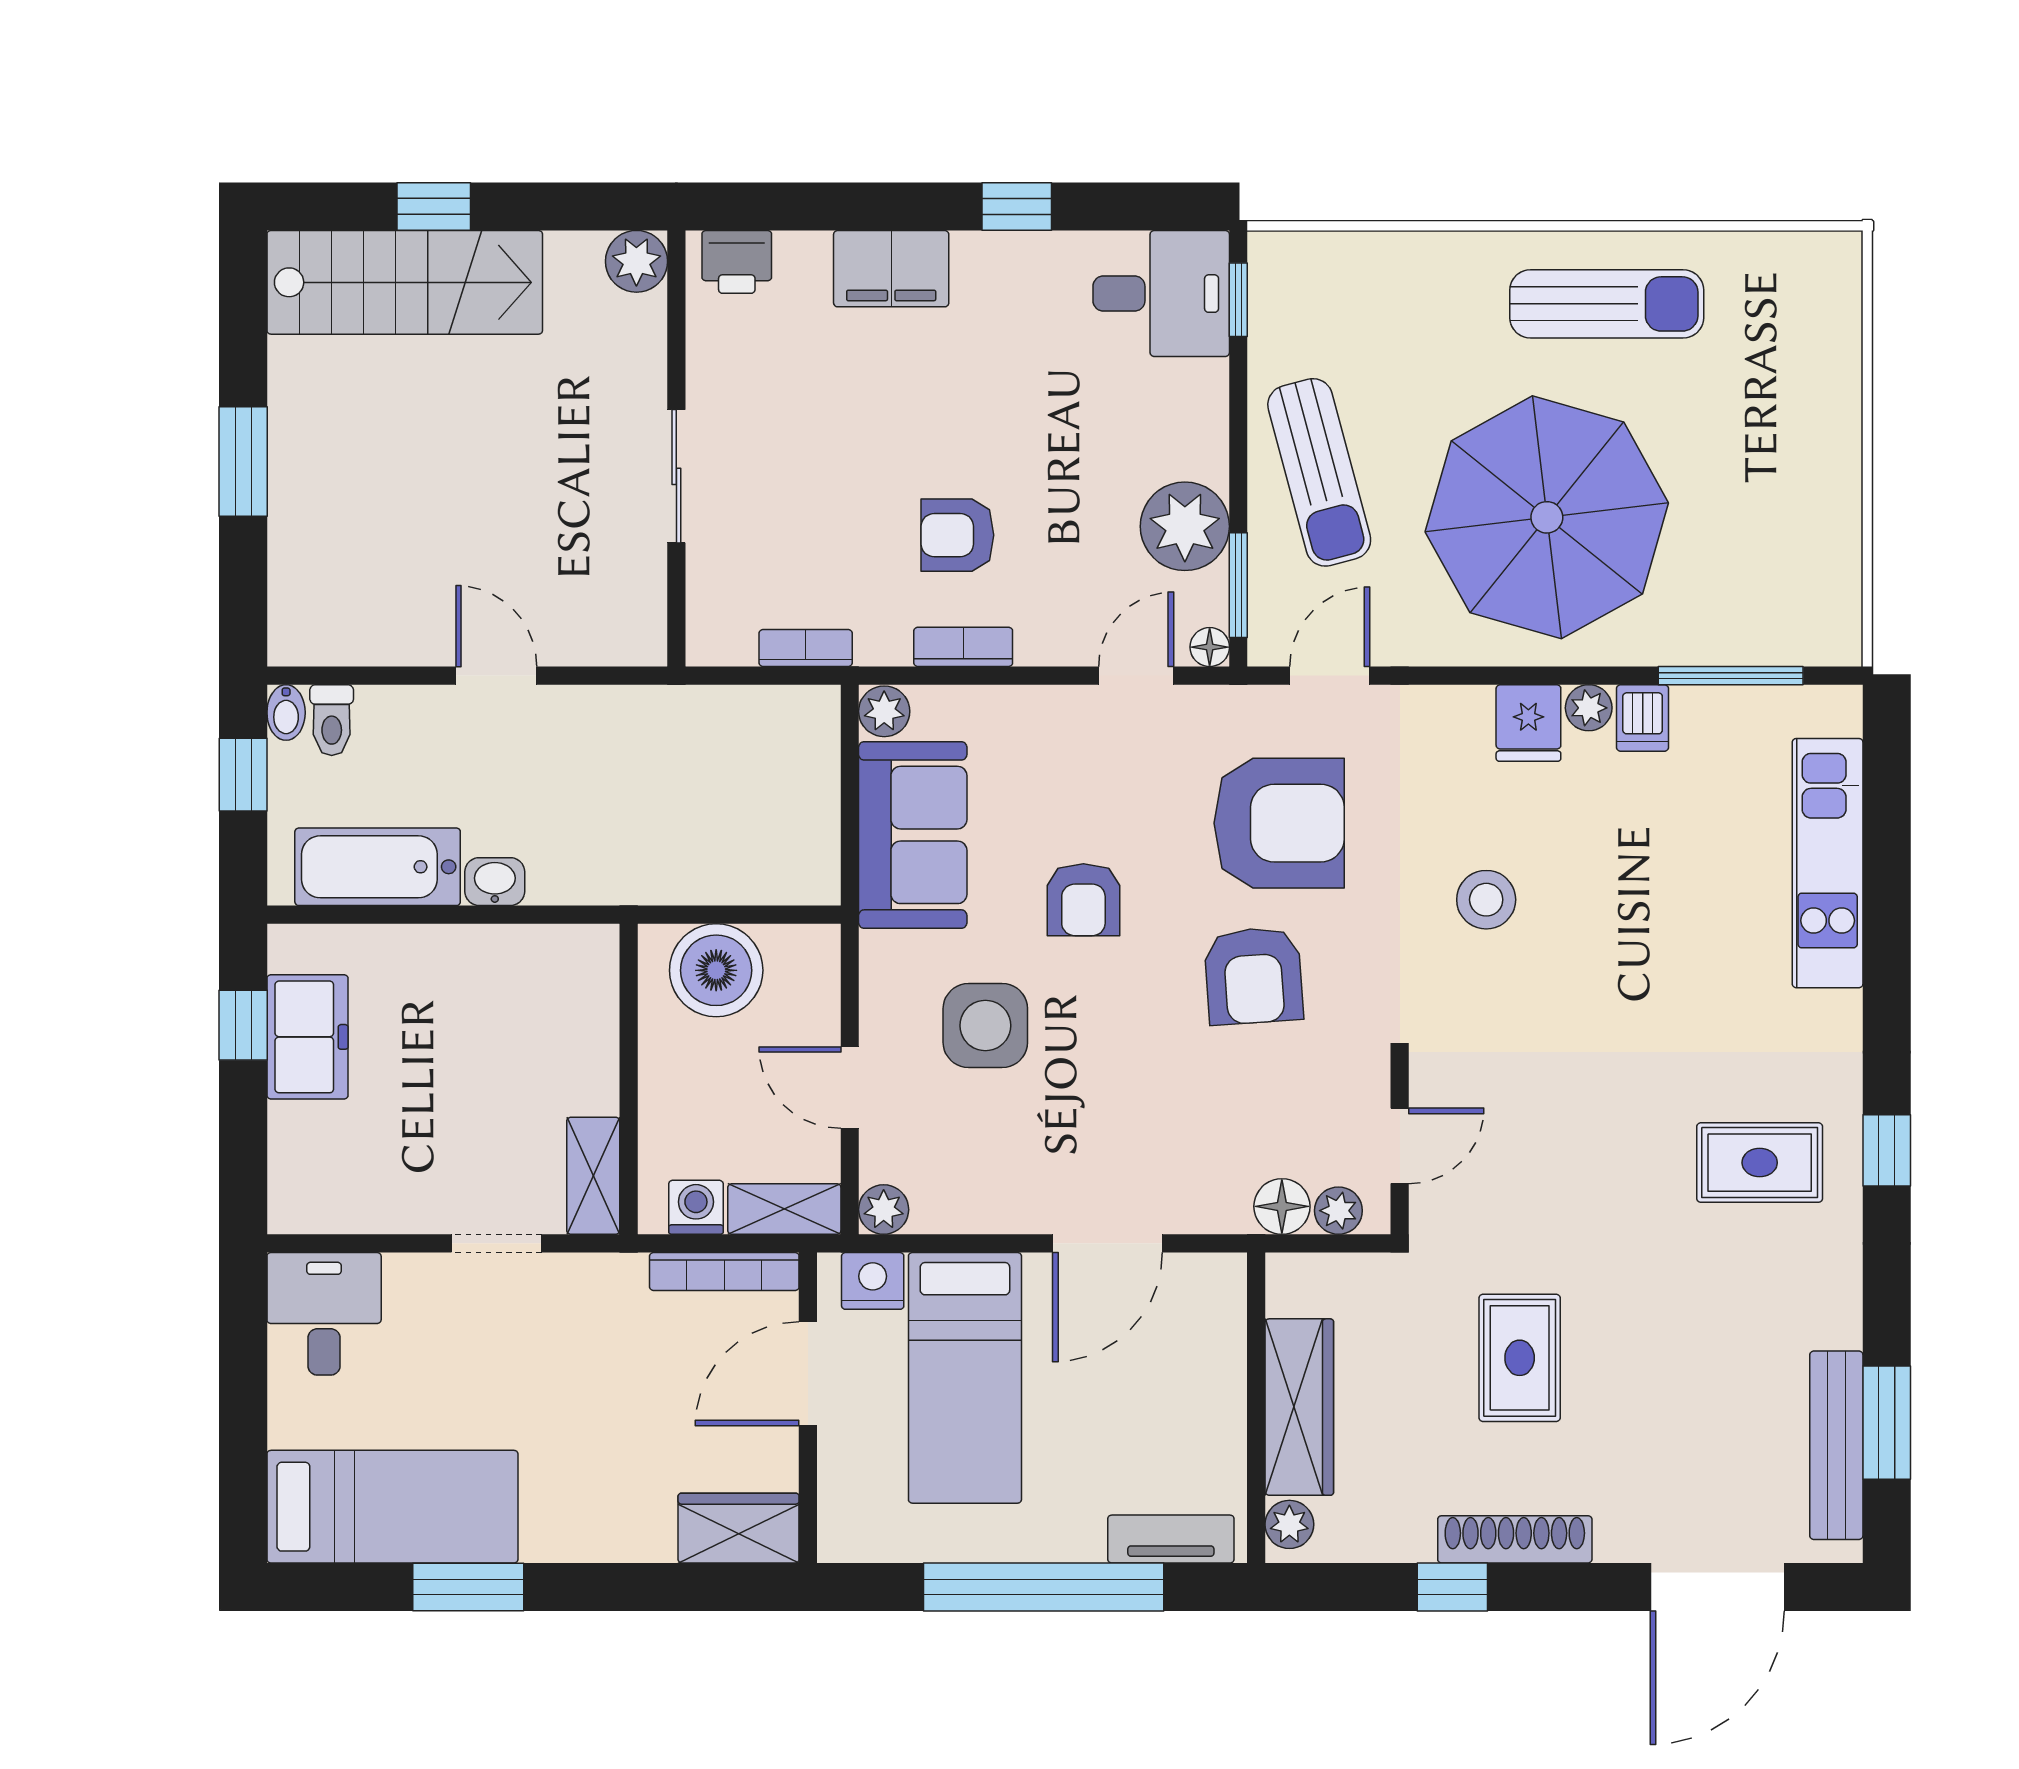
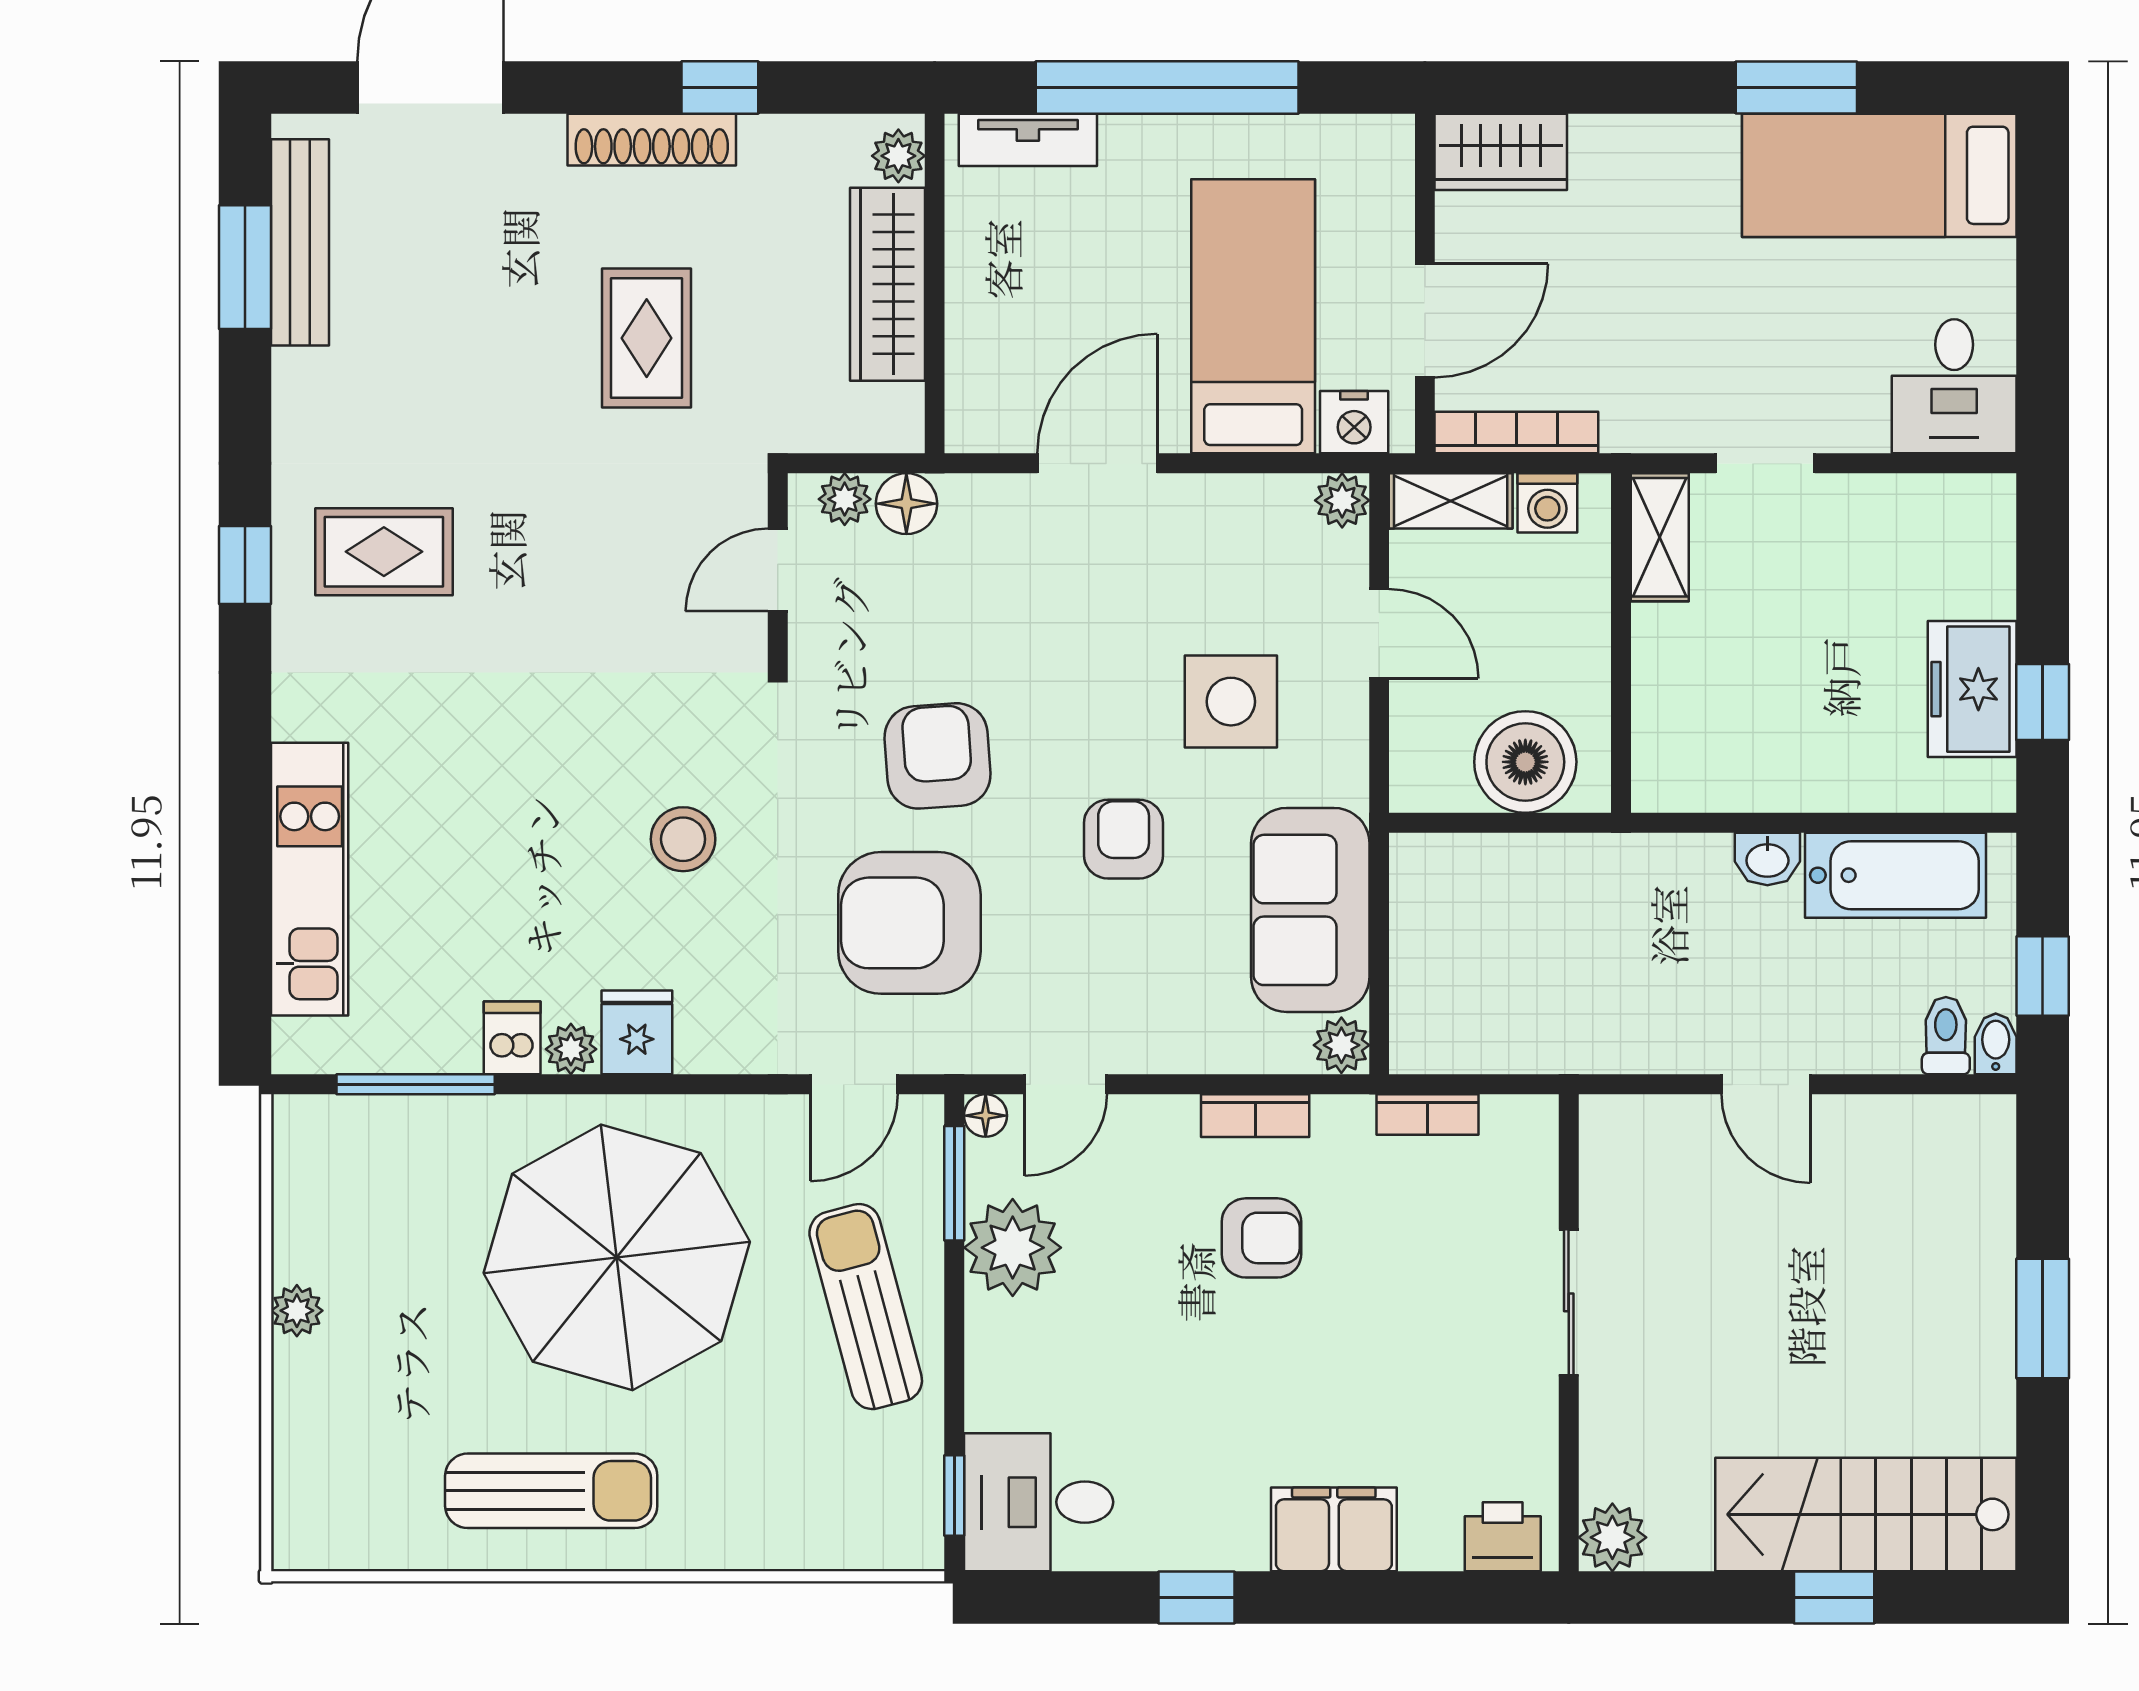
sun lounger: (1607, 304) -> (551, 1491), turned 180
plant: (1839, 469) -> (297, 1311), added

